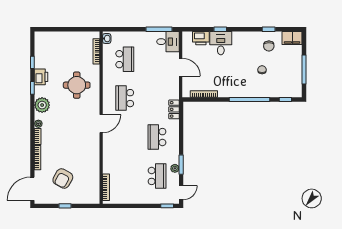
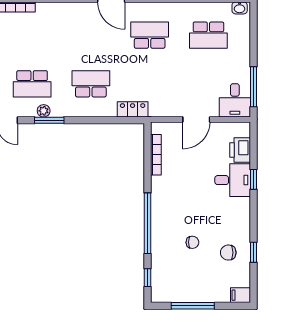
filing cabinet: (292, 38) -> (240, 295), width x0.50

